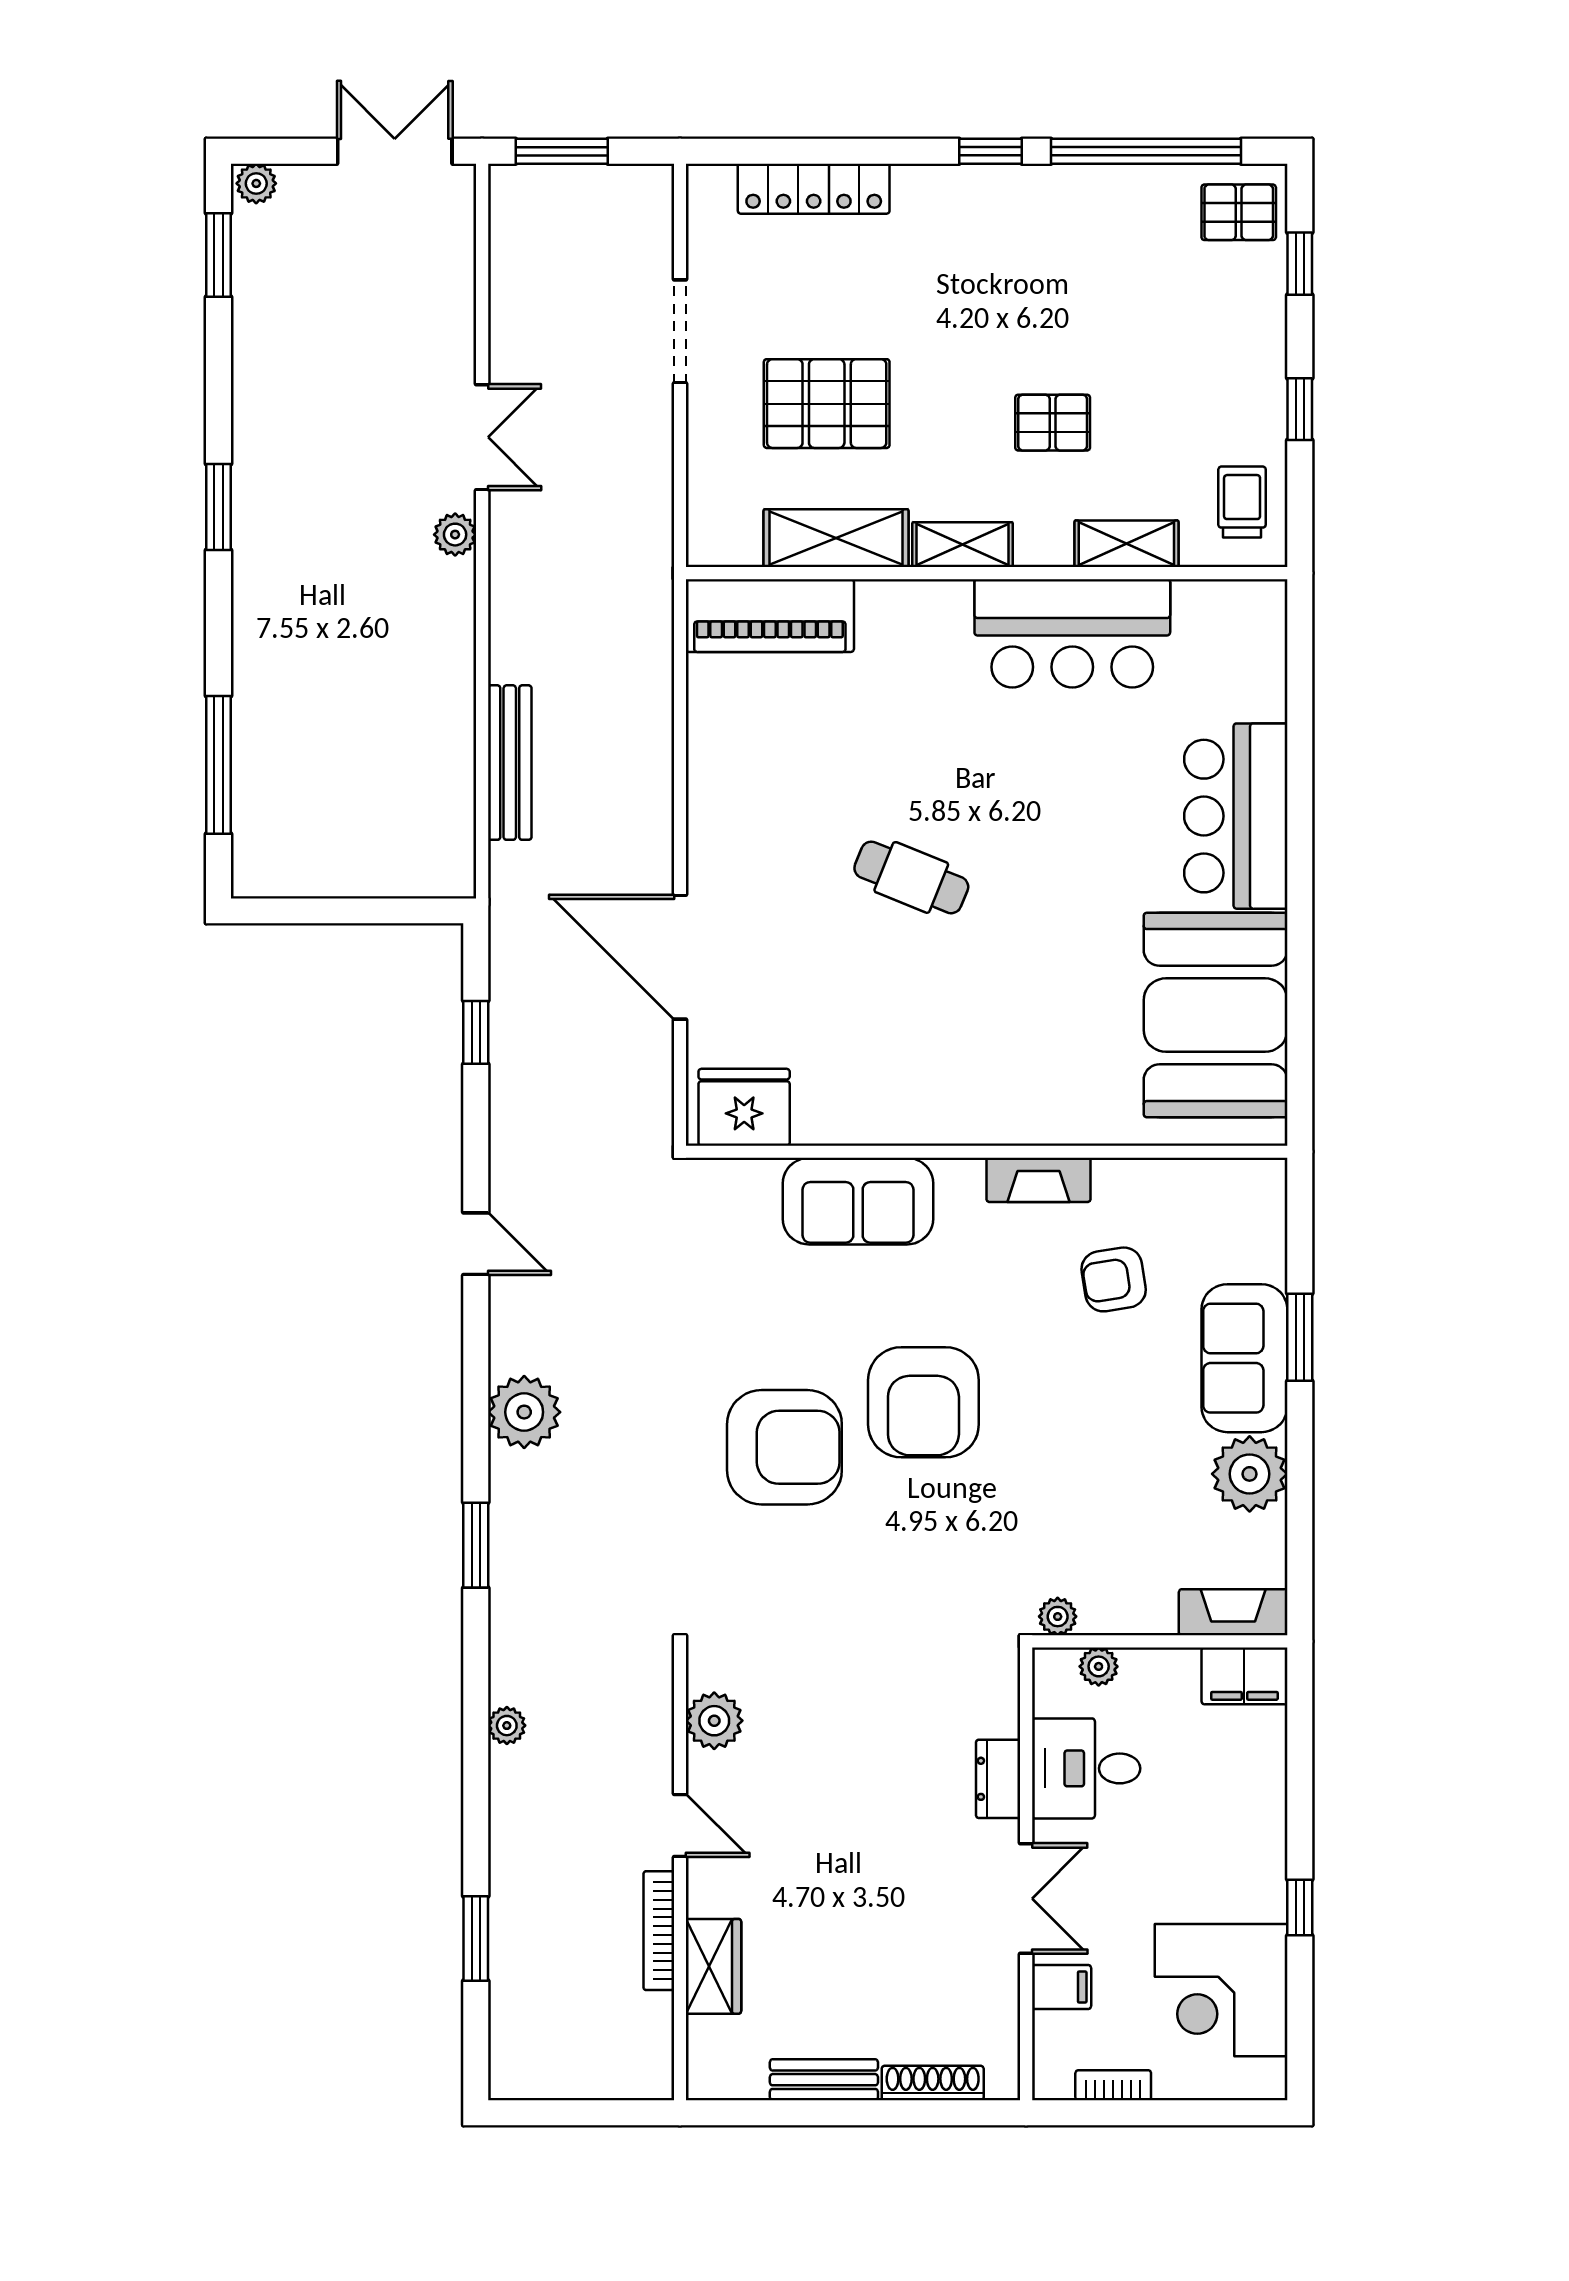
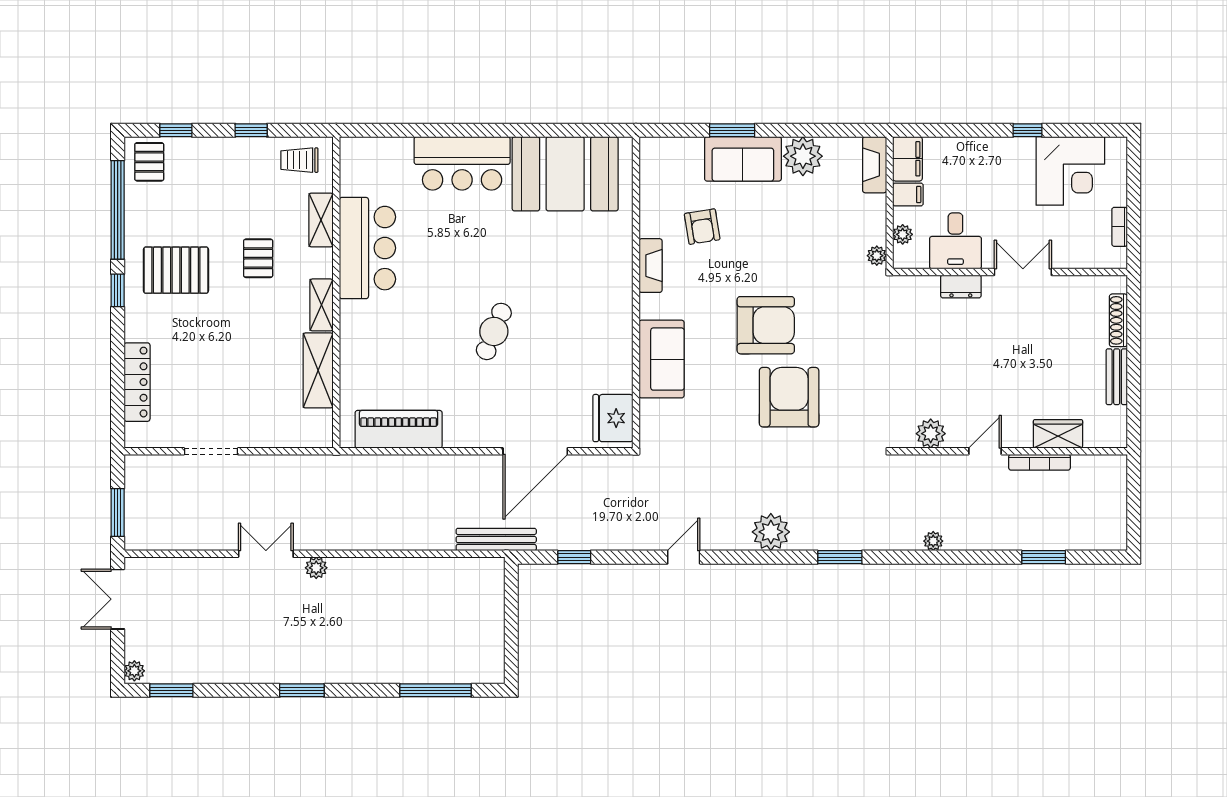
pallet: (827, 404) -> (176, 270), moved, turned 90
piano: (770, 616) -> (399, 429), moved, turned -90
bench: (510, 763) -> (496, 539), moved
filing cabinet: (1062, 1987) -> (908, 195), moved, turned 90

